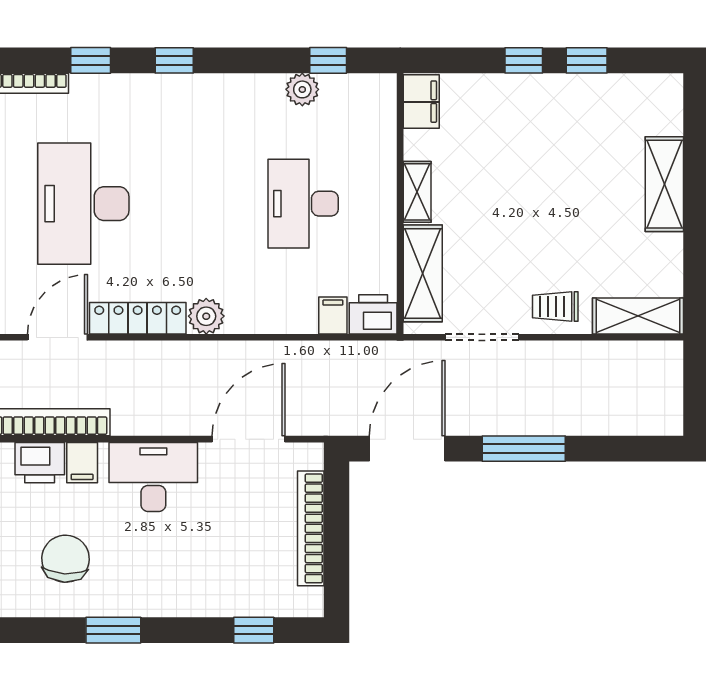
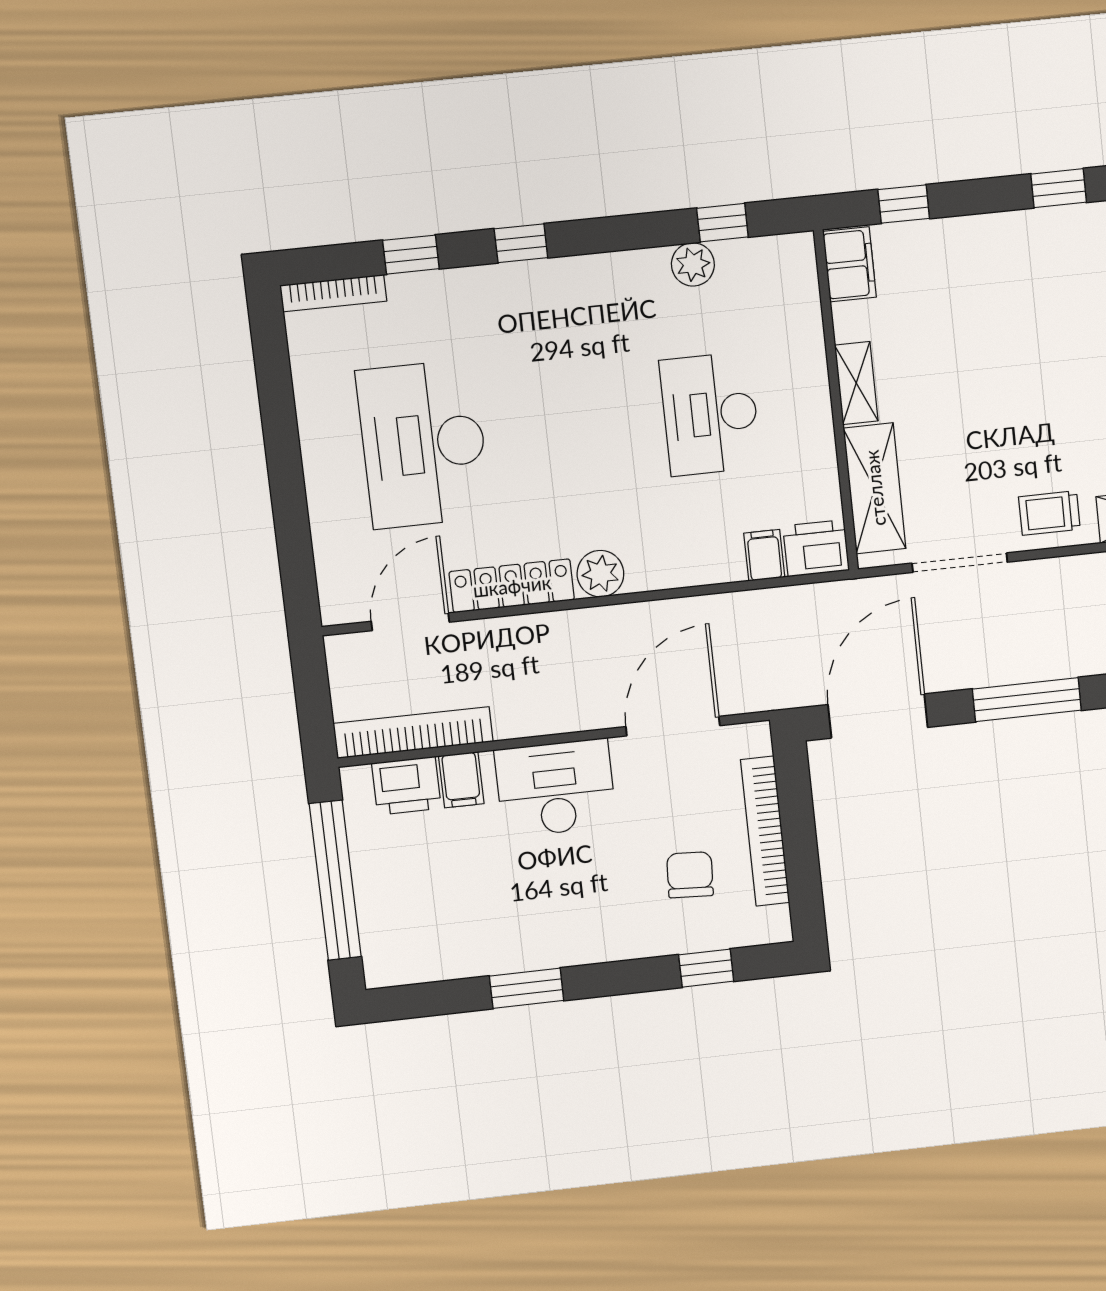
window: (524, 60) -> (904, 204), moved
chair: (66, 559) -> (690, 875), moved, width x0.73, depth x0.73

